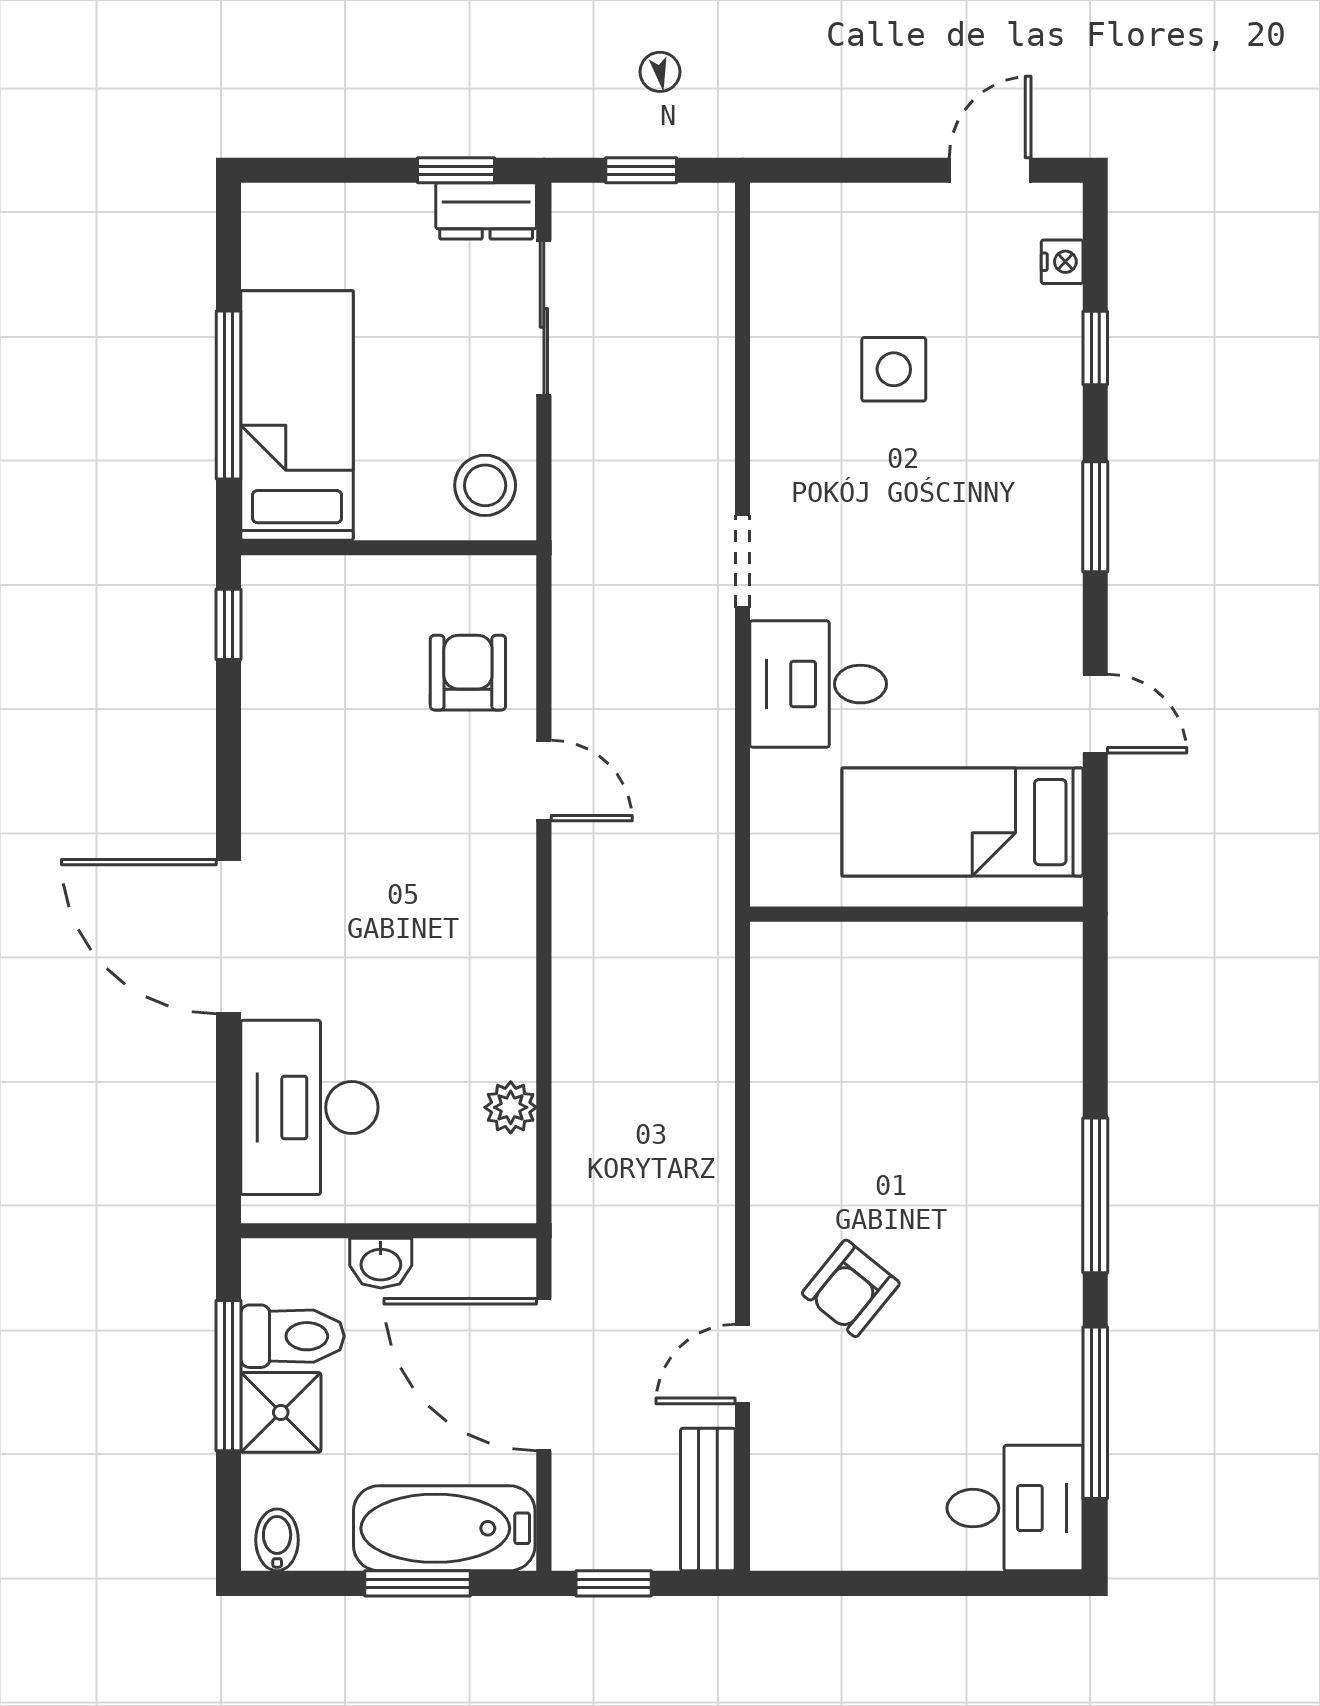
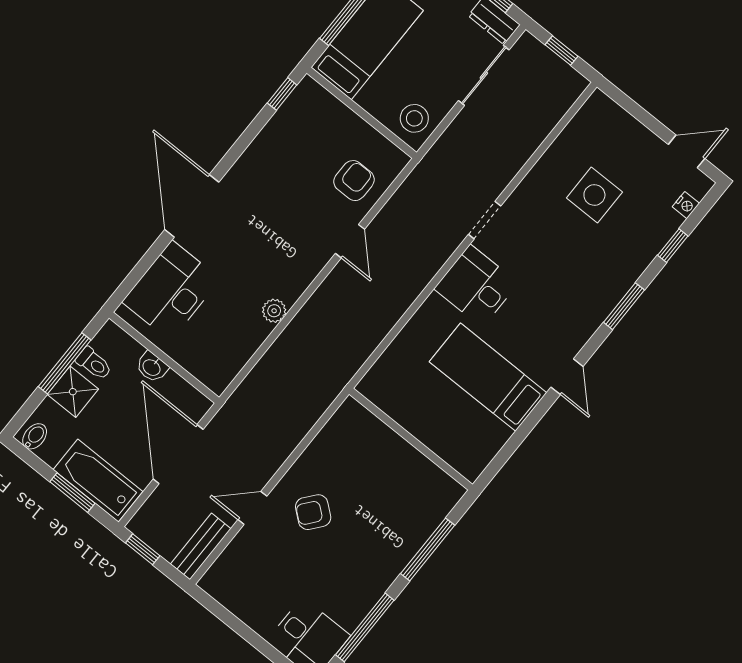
side table: (894, 369) -> (594, 195), width x1.37, depth x1.37
wall: (916, 914) -> (411, 439), moved
plant: (511, 1107) -> (274, 311), moved
toilet: (292, 1336) -> (94, 364), width x0.73, depth x0.72

